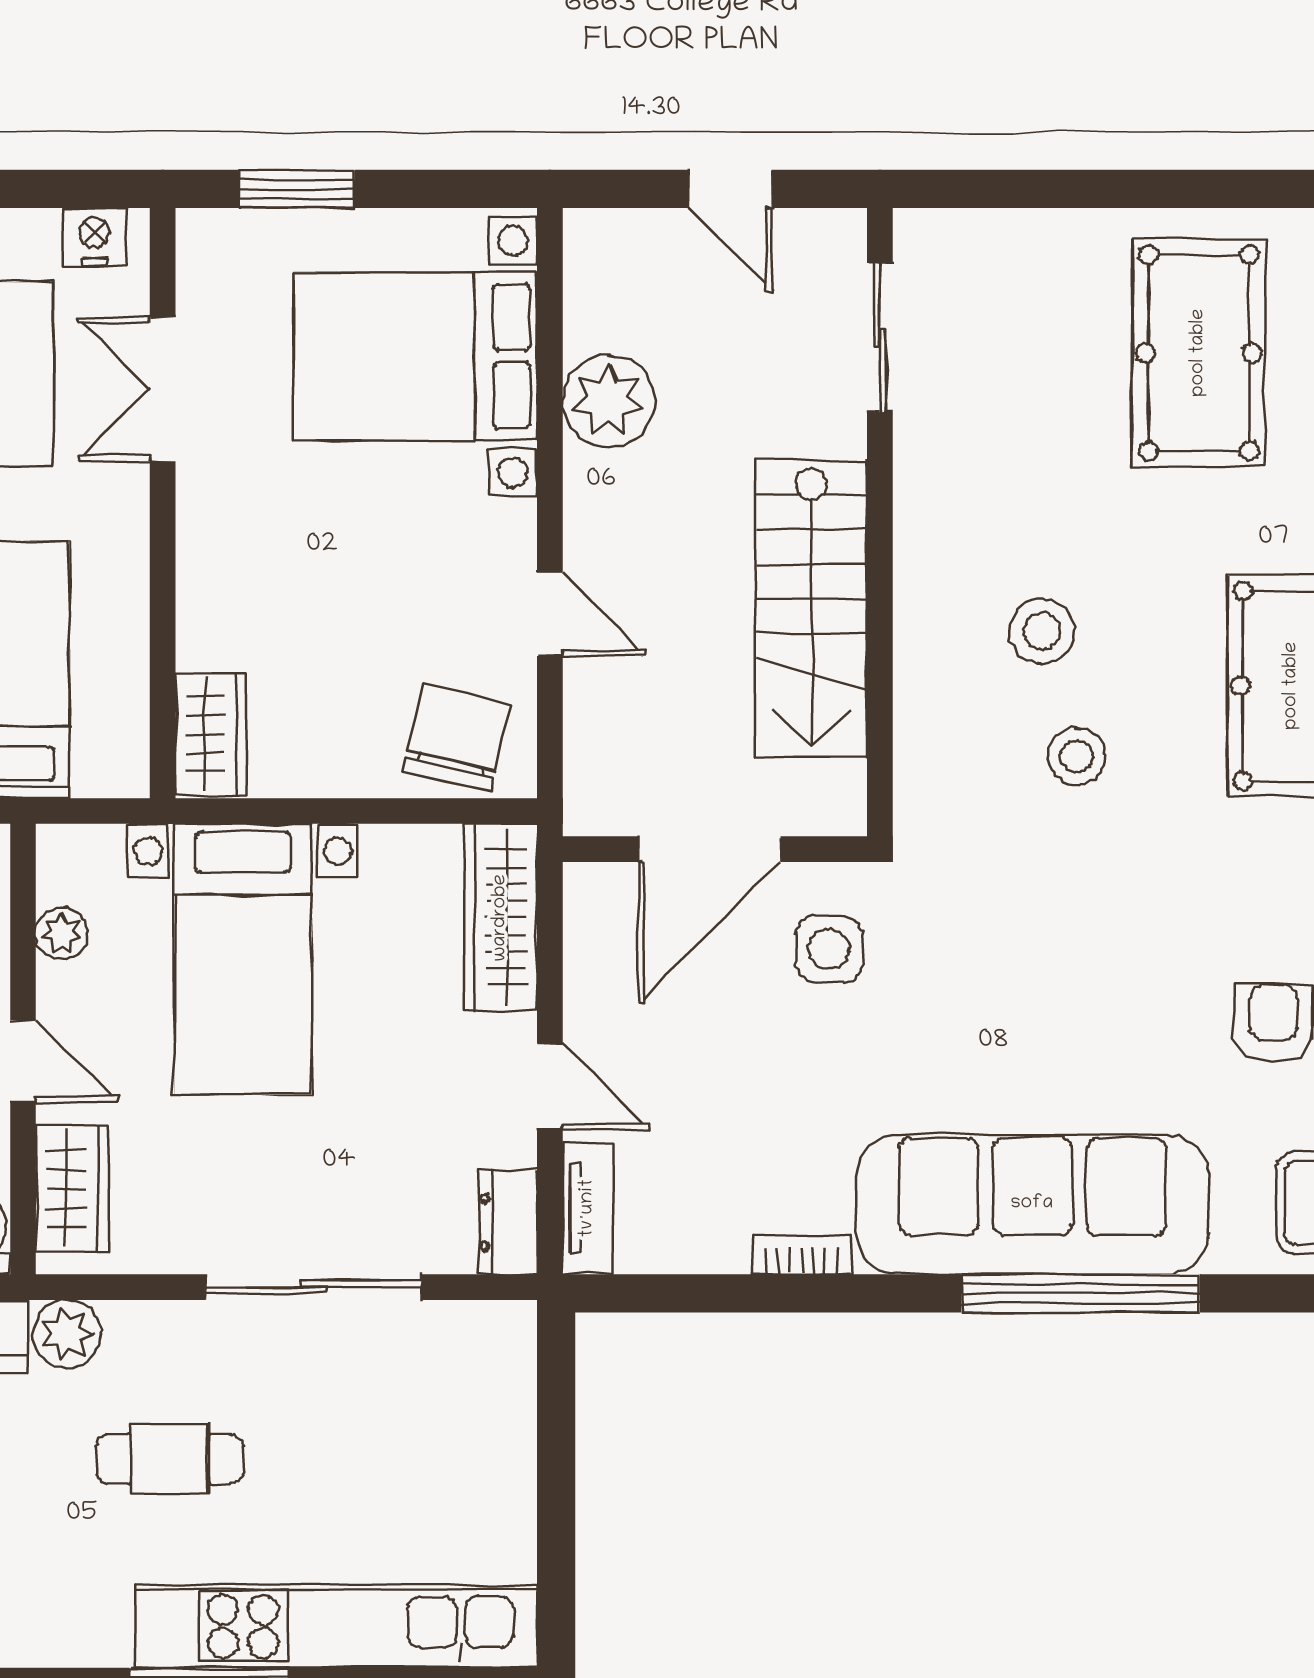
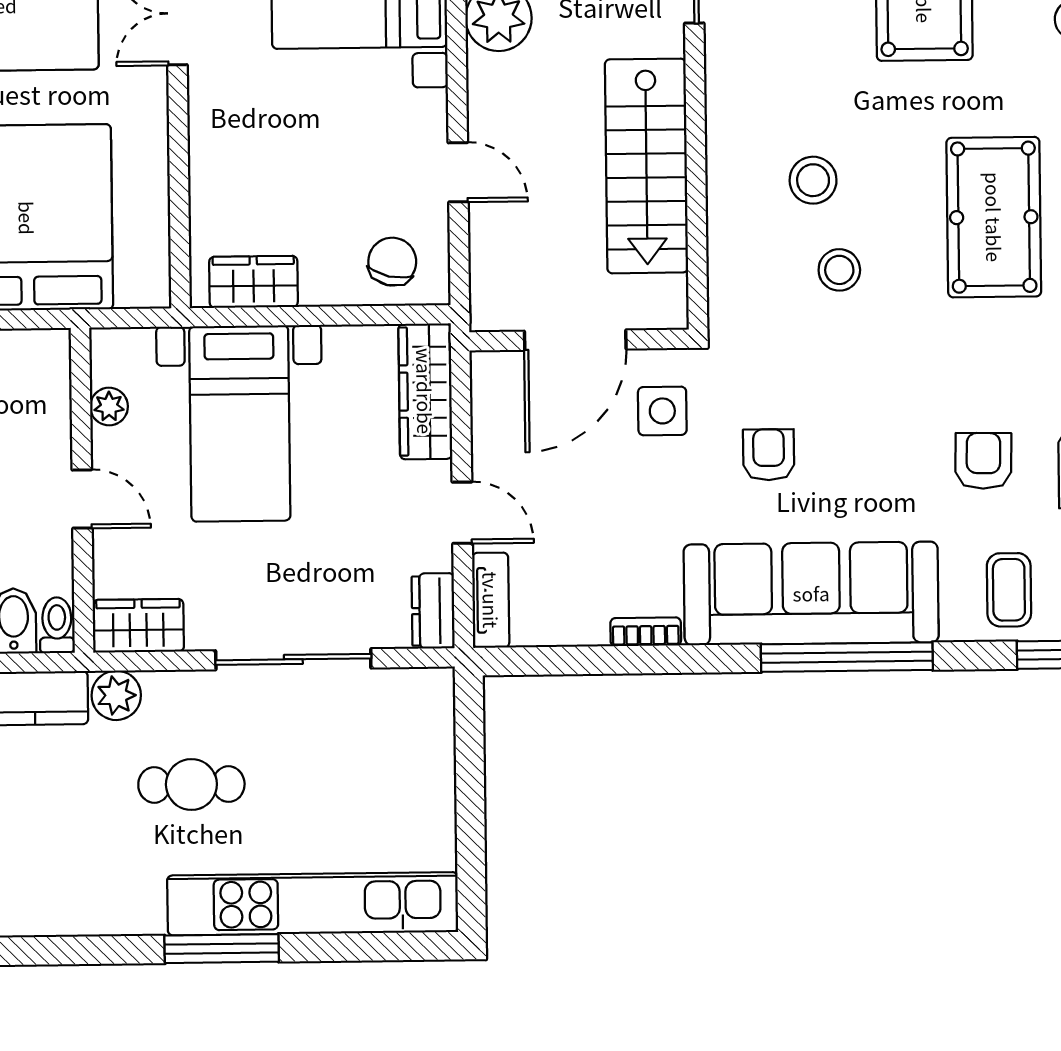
wardrobe: (211, 734) -> (254, 282), moved, turned -90
chair: (457, 737) -> (392, 262), width x0.73, depth x0.73
armchair: (976, 1011) -> (769, 455), added
wardrobe: (72, 1188) -> (138, 626), moved, turned -90

